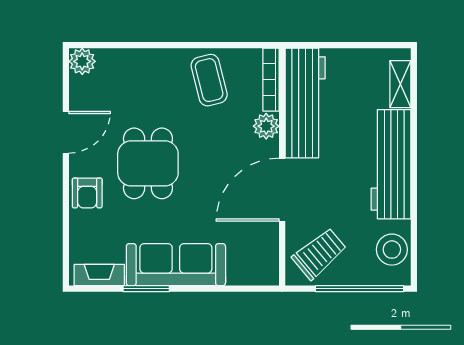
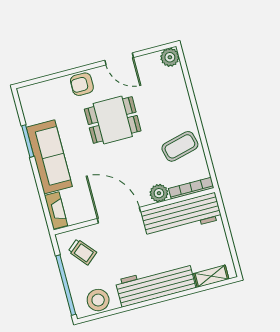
trolley: (319, 254) -> (82, 252), width x0.73, depth x0.72
fireplace: (99, 275) -> (56, 211), moved

